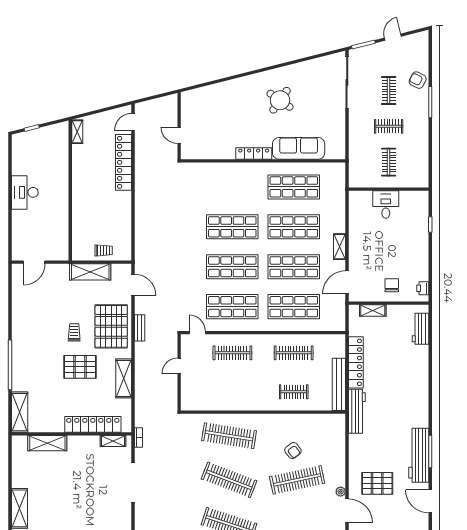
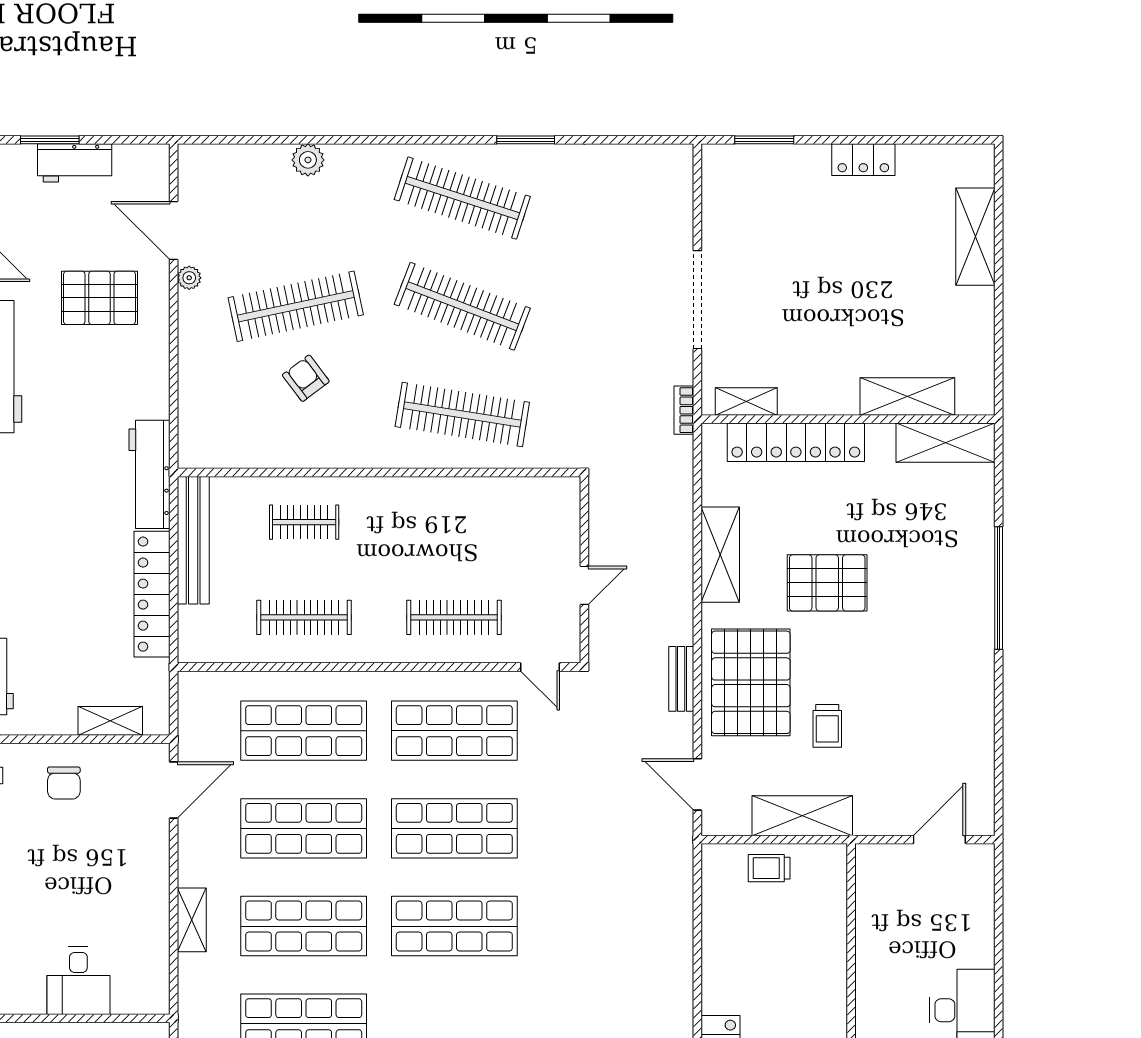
shelving: (340, 247) -> (192, 920), moved
trolley: (74, 332) -> (827, 726), moved
shelving: (20, 412) -> (945, 443), moved, turned 90

